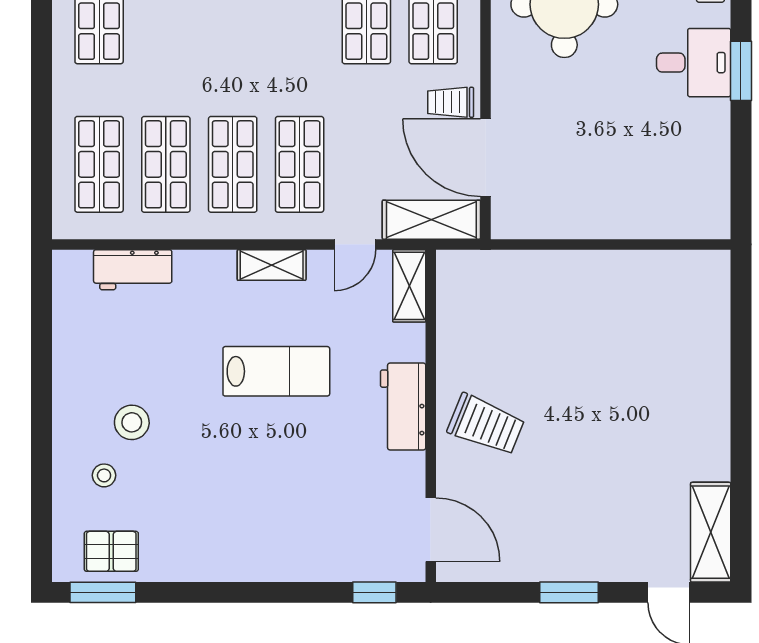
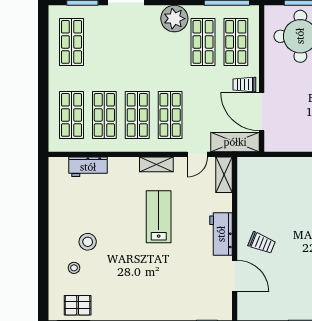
lab bench: (276, 371) -> (159, 217), turned -90
trolley: (486, 425) -> (262, 243), width x0.73, depth x0.72
door: (431, 530) -> (235, 276), moved

